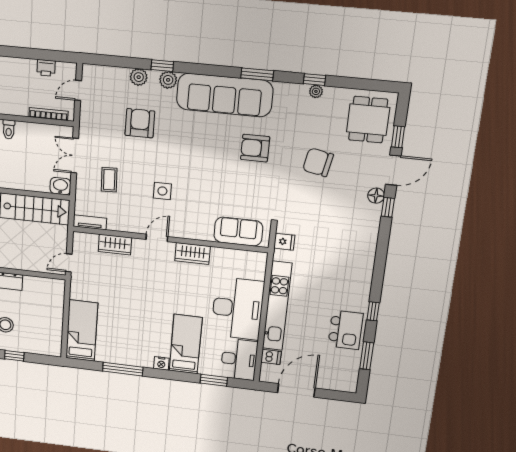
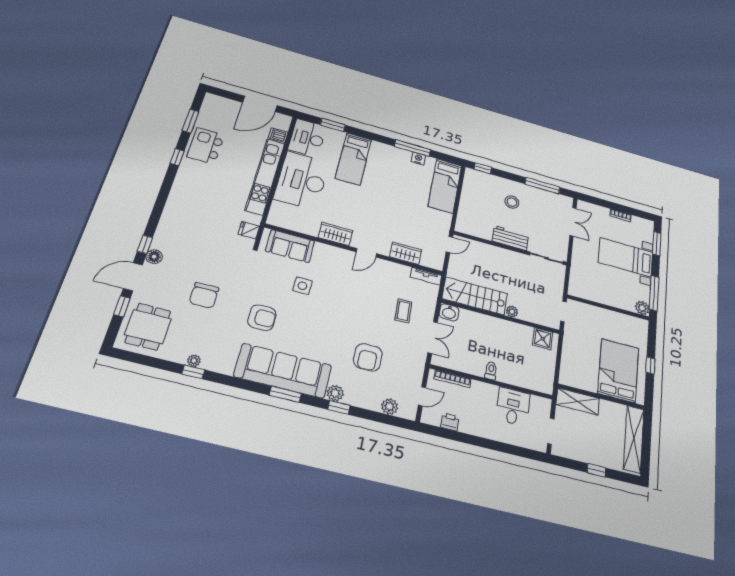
window: (257, 74) -> (285, 394), moved
plant: (139, 77) -> (390, 407), moved
chair: (318, 162) -> (204, 295), turned 79
side table: (162, 191) -> (302, 286), moved
window: (14, 356) -> (483, 168), moved
nightstand: (161, 363) -> (418, 158), moved

